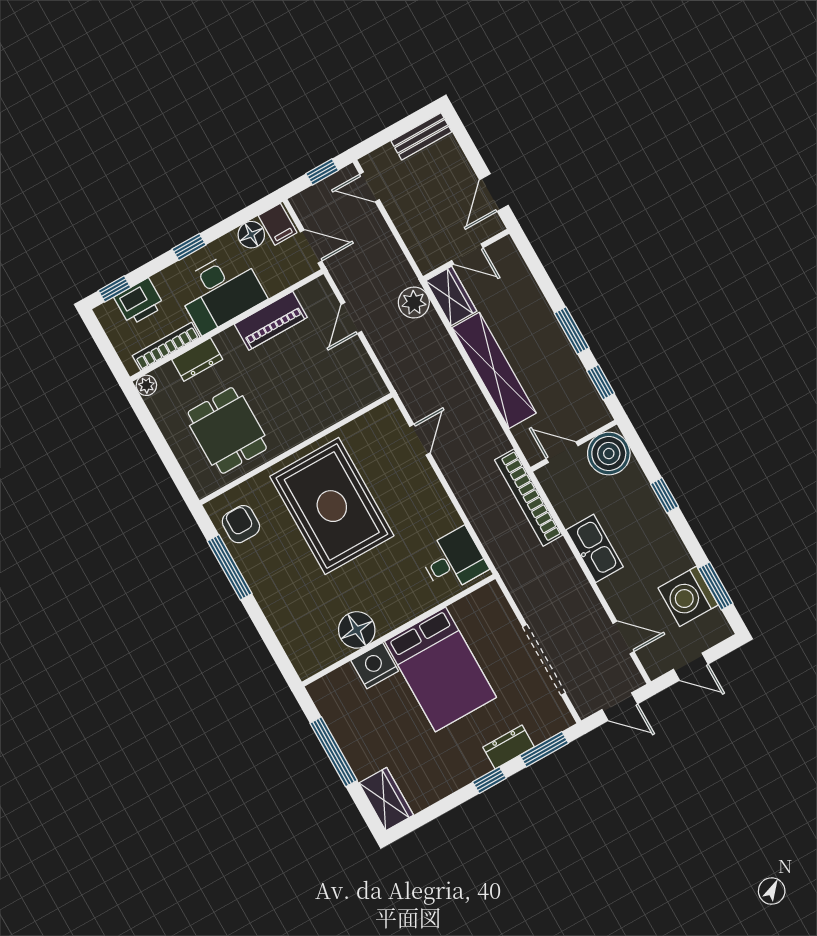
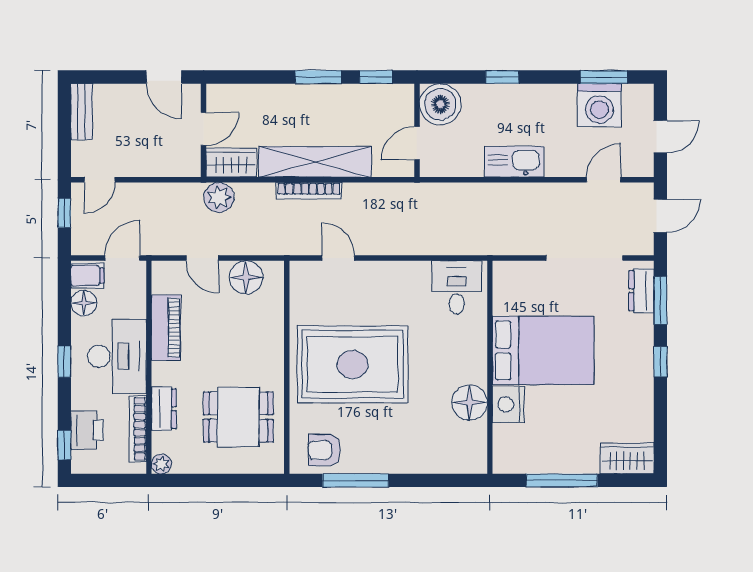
floor lamp: (356, 367) -> (246, 277), added
bookcase: (529, 498) -> (309, 191), moved, width x0.68, depth x0.76
dresser: (509, 747) -> (641, 291), moved

